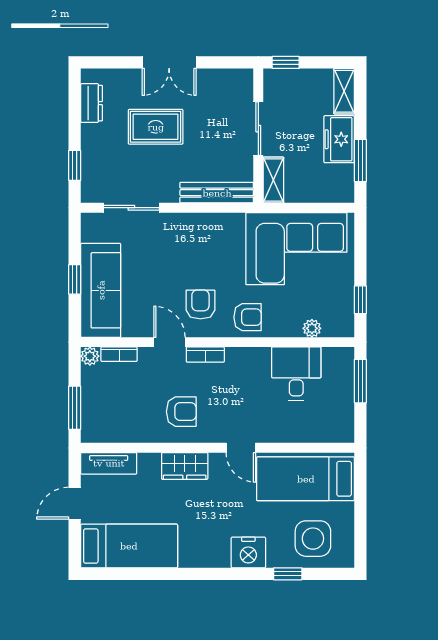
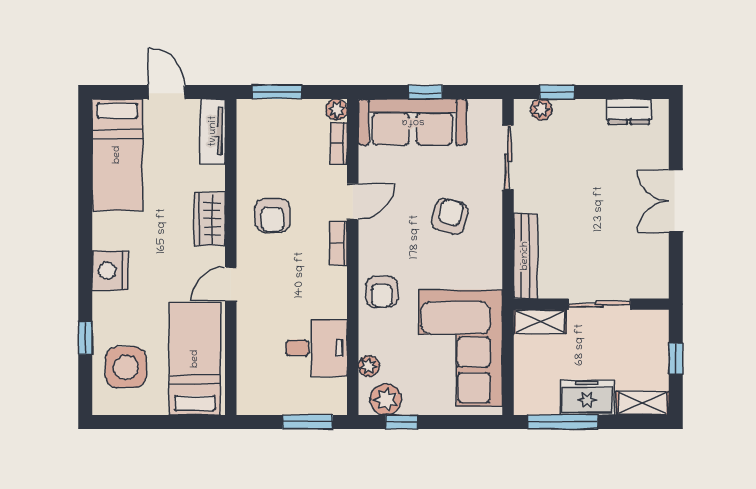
window: (286, 62) -> (676, 359), moved
rug: (156, 127) -> (602, 186), removed
window: (360, 160) -> (563, 422), width x1.44
plant: (90, 179) -> (541, 110), added
armchair: (200, 304) -> (450, 216), moved, turned -74
plant: (341, 314) -> (386, 400), added
nightstand: (248, 552) -> (110, 270), moved

